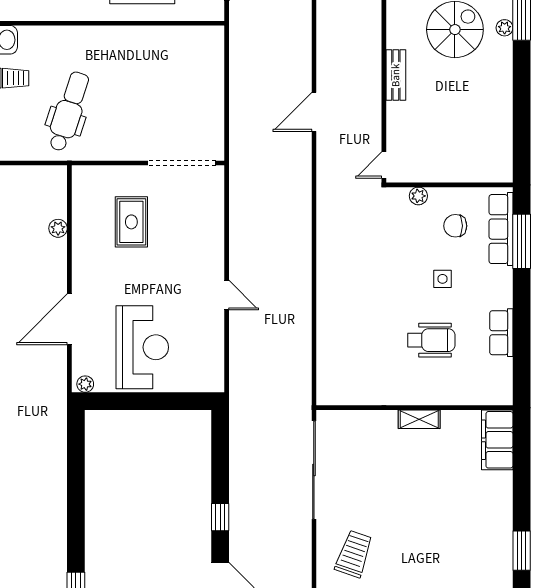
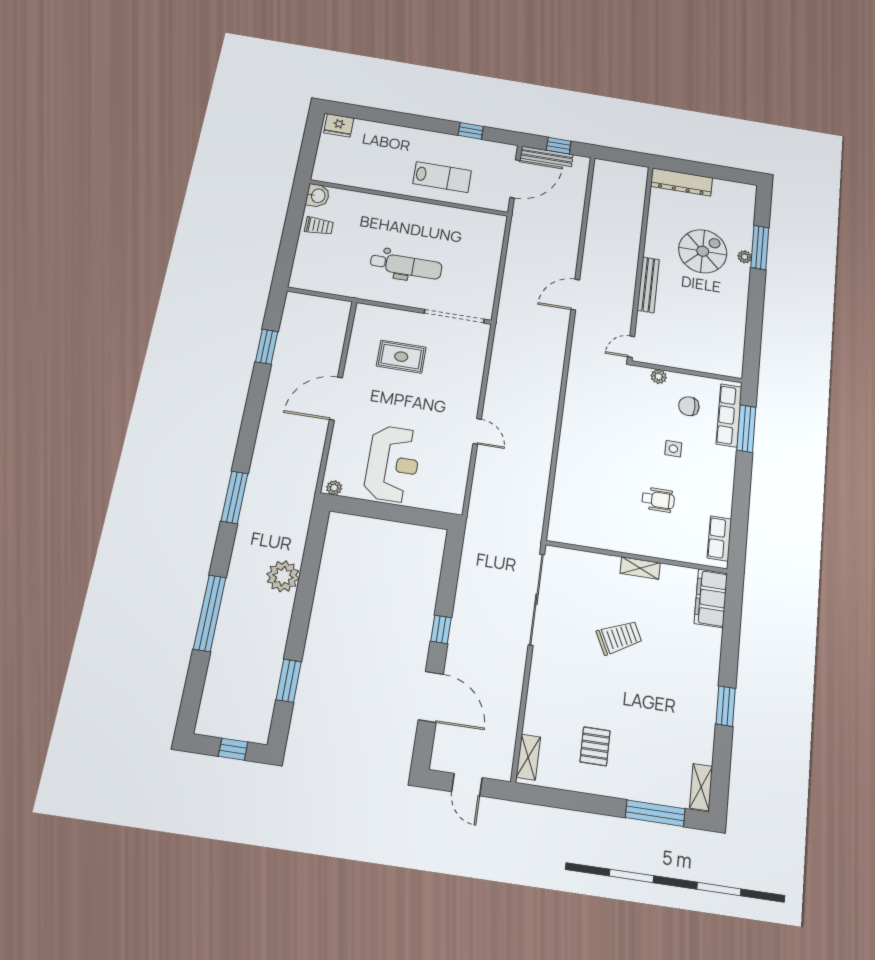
bench: (396, 75) -> (648, 285), width x1.36
dental chair: (69, 112) -> (406, 266), moved, turned 72
rug: (131, 222) -> (401, 357), turned 90
plant: (58, 228) -> (283, 576), moved, width x1.87, depth x1.87
door: (69, 319) -> (336, 399), moved
row of seats: (501, 333) -> (719, 538), moved
wheelchair: (431, 340) -> (658, 500), width x0.73, depth x0.73
trolley: (354, 554) -> (619, 637), moved, turned 45

